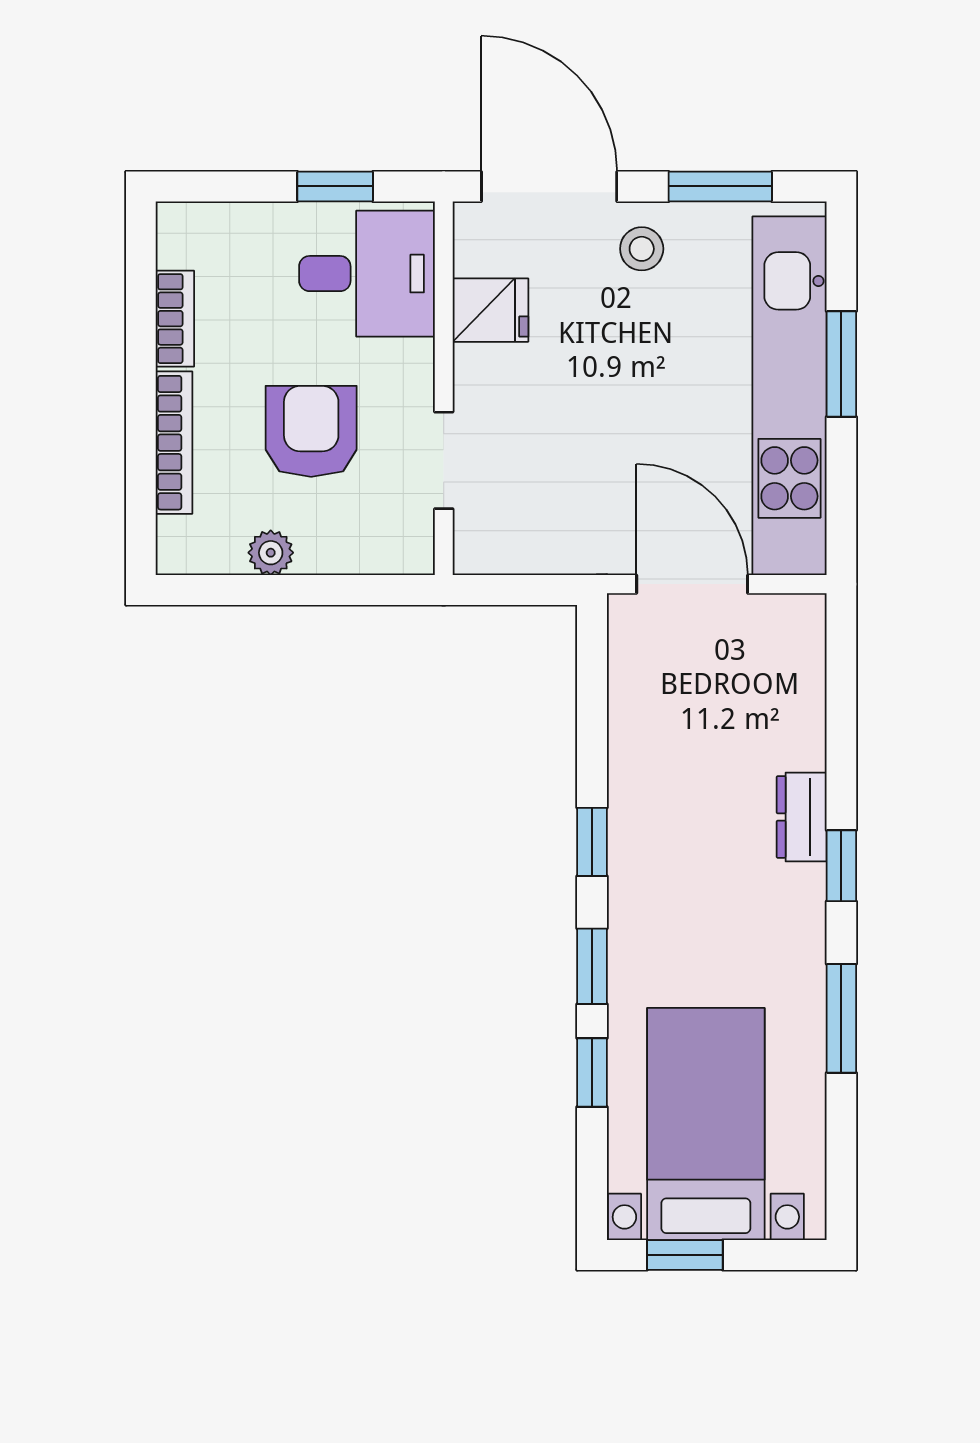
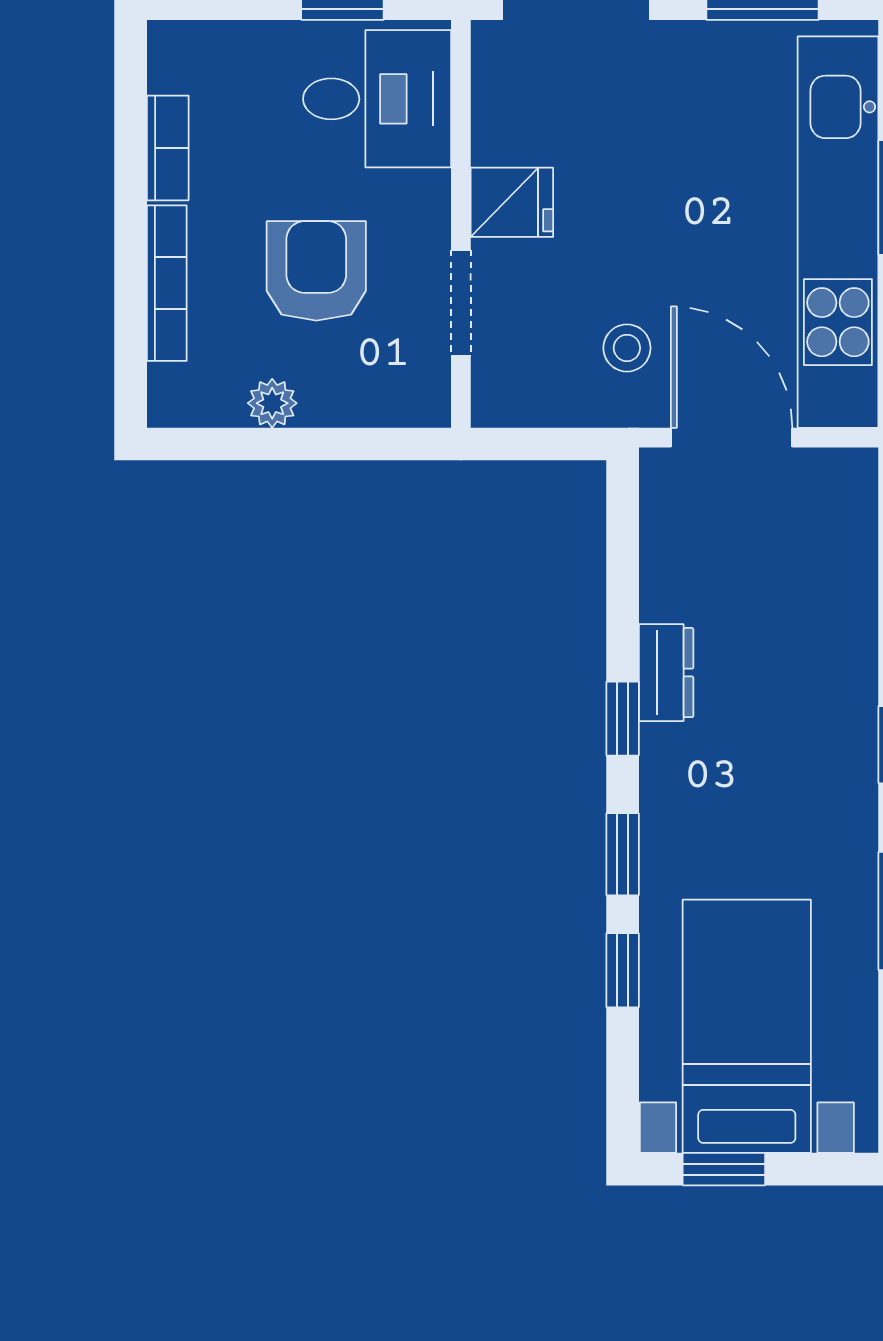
stool: (642, 249) -> (627, 348), moved
fridge: (490, 310) -> (512, 202), moved
dresser: (802, 817) -> (666, 673), moved, turned 180

